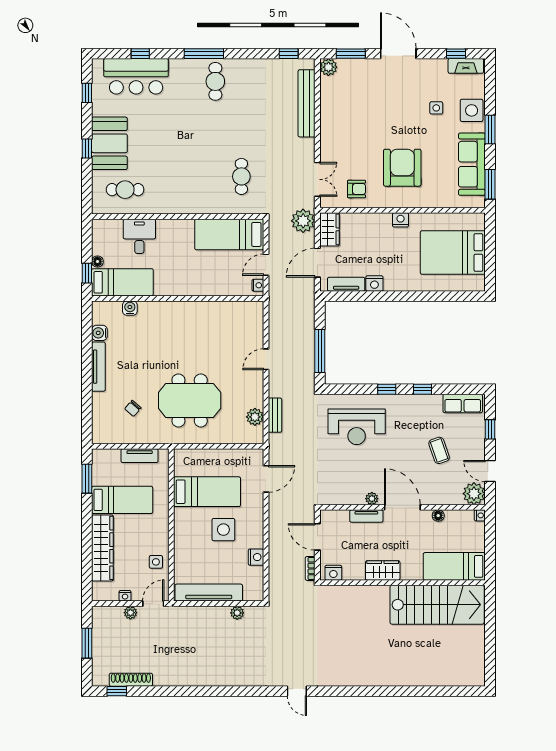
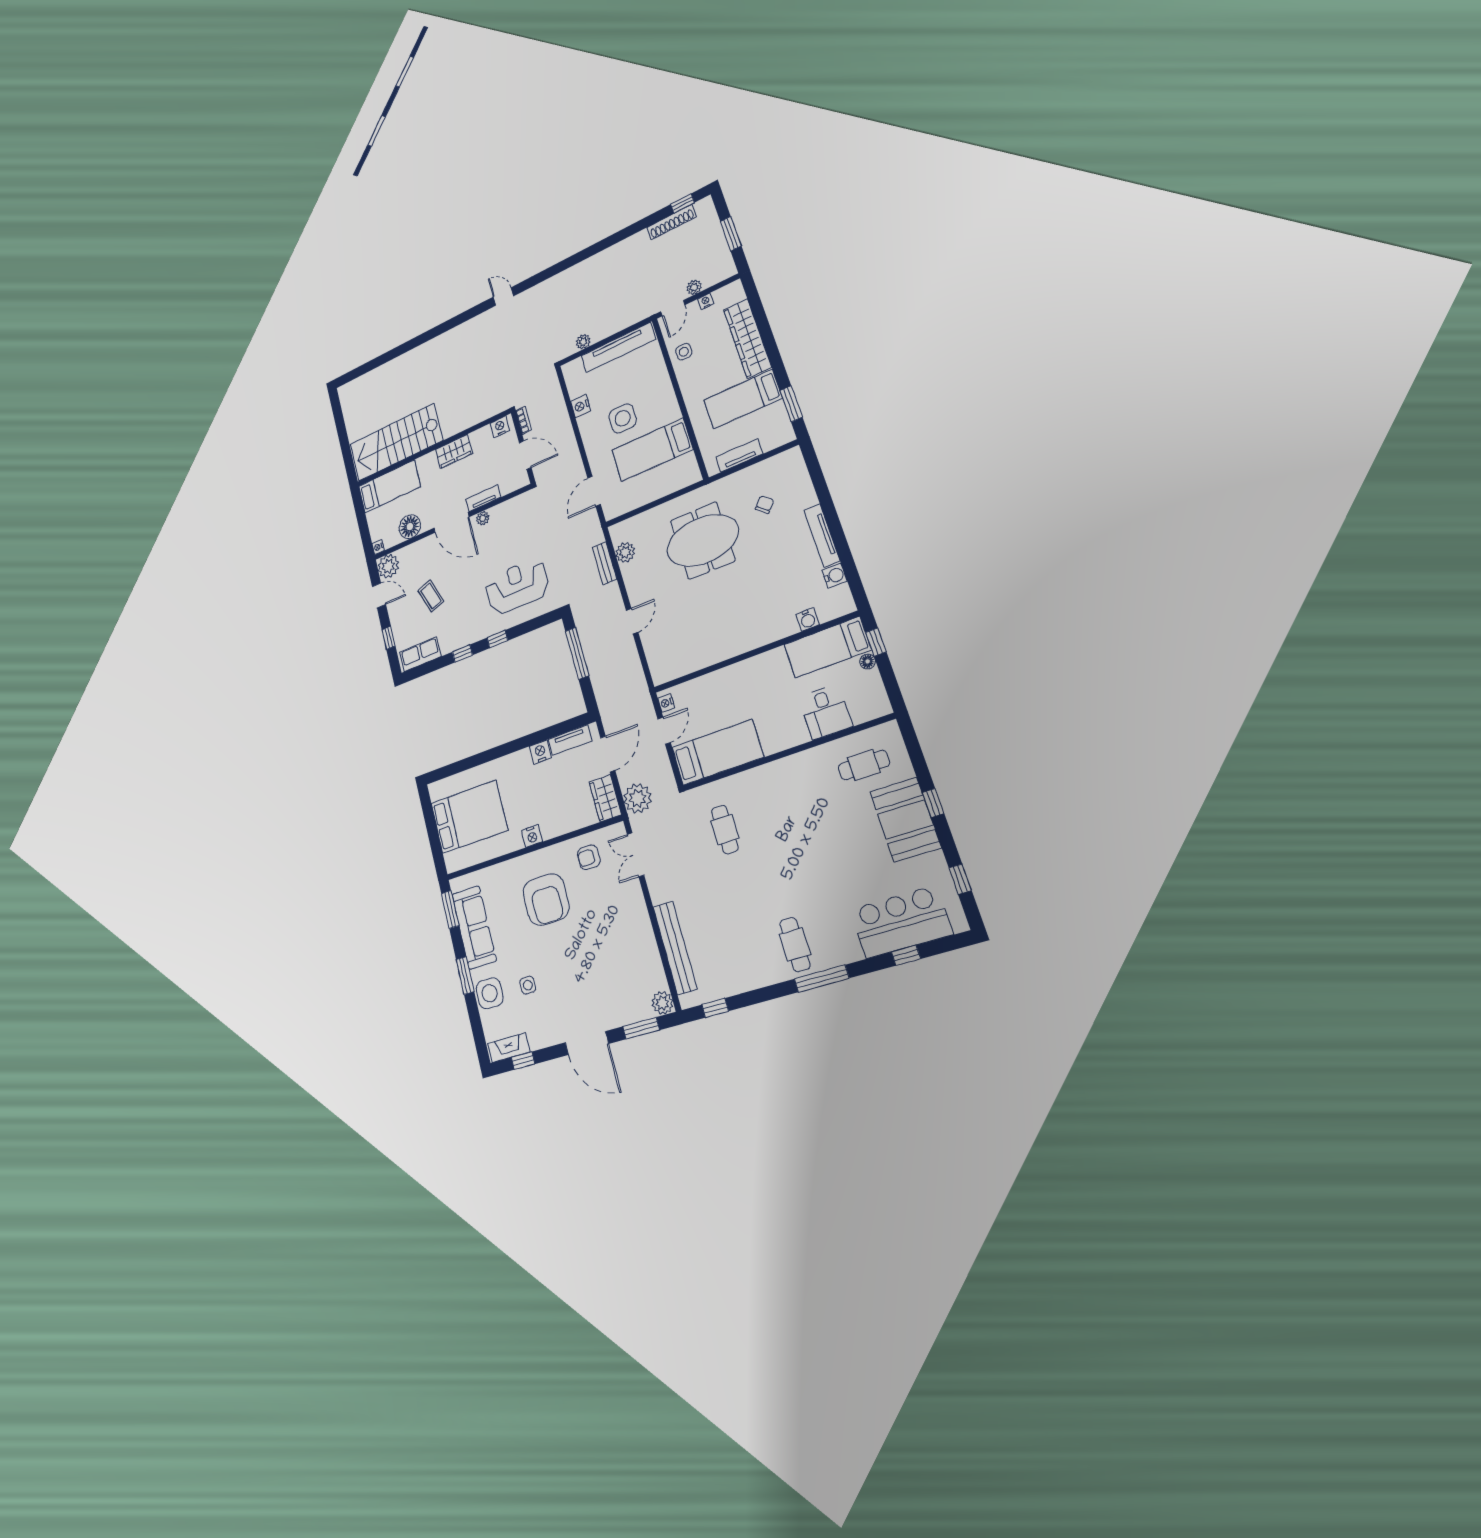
floor lamp: (438, 516) -> (410, 527), width x1.89, depth x1.89

